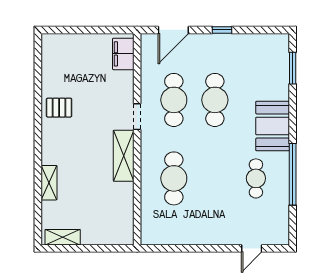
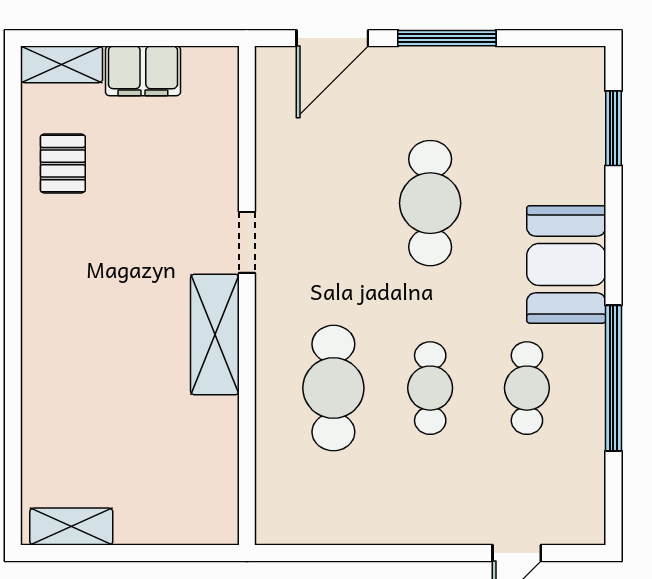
window: (222, 30) -> (447, 38), width x2.17
filing cabinet: (123, 54) -> (143, 71), moved, turned -90
cafe table: (174, 100) -> (430, 388), moved, width x0.73, depth x0.74
pallet: (59, 108) -> (63, 164), moved, turned 90
shelving: (49, 183) -> (62, 64), moved, turned 90

